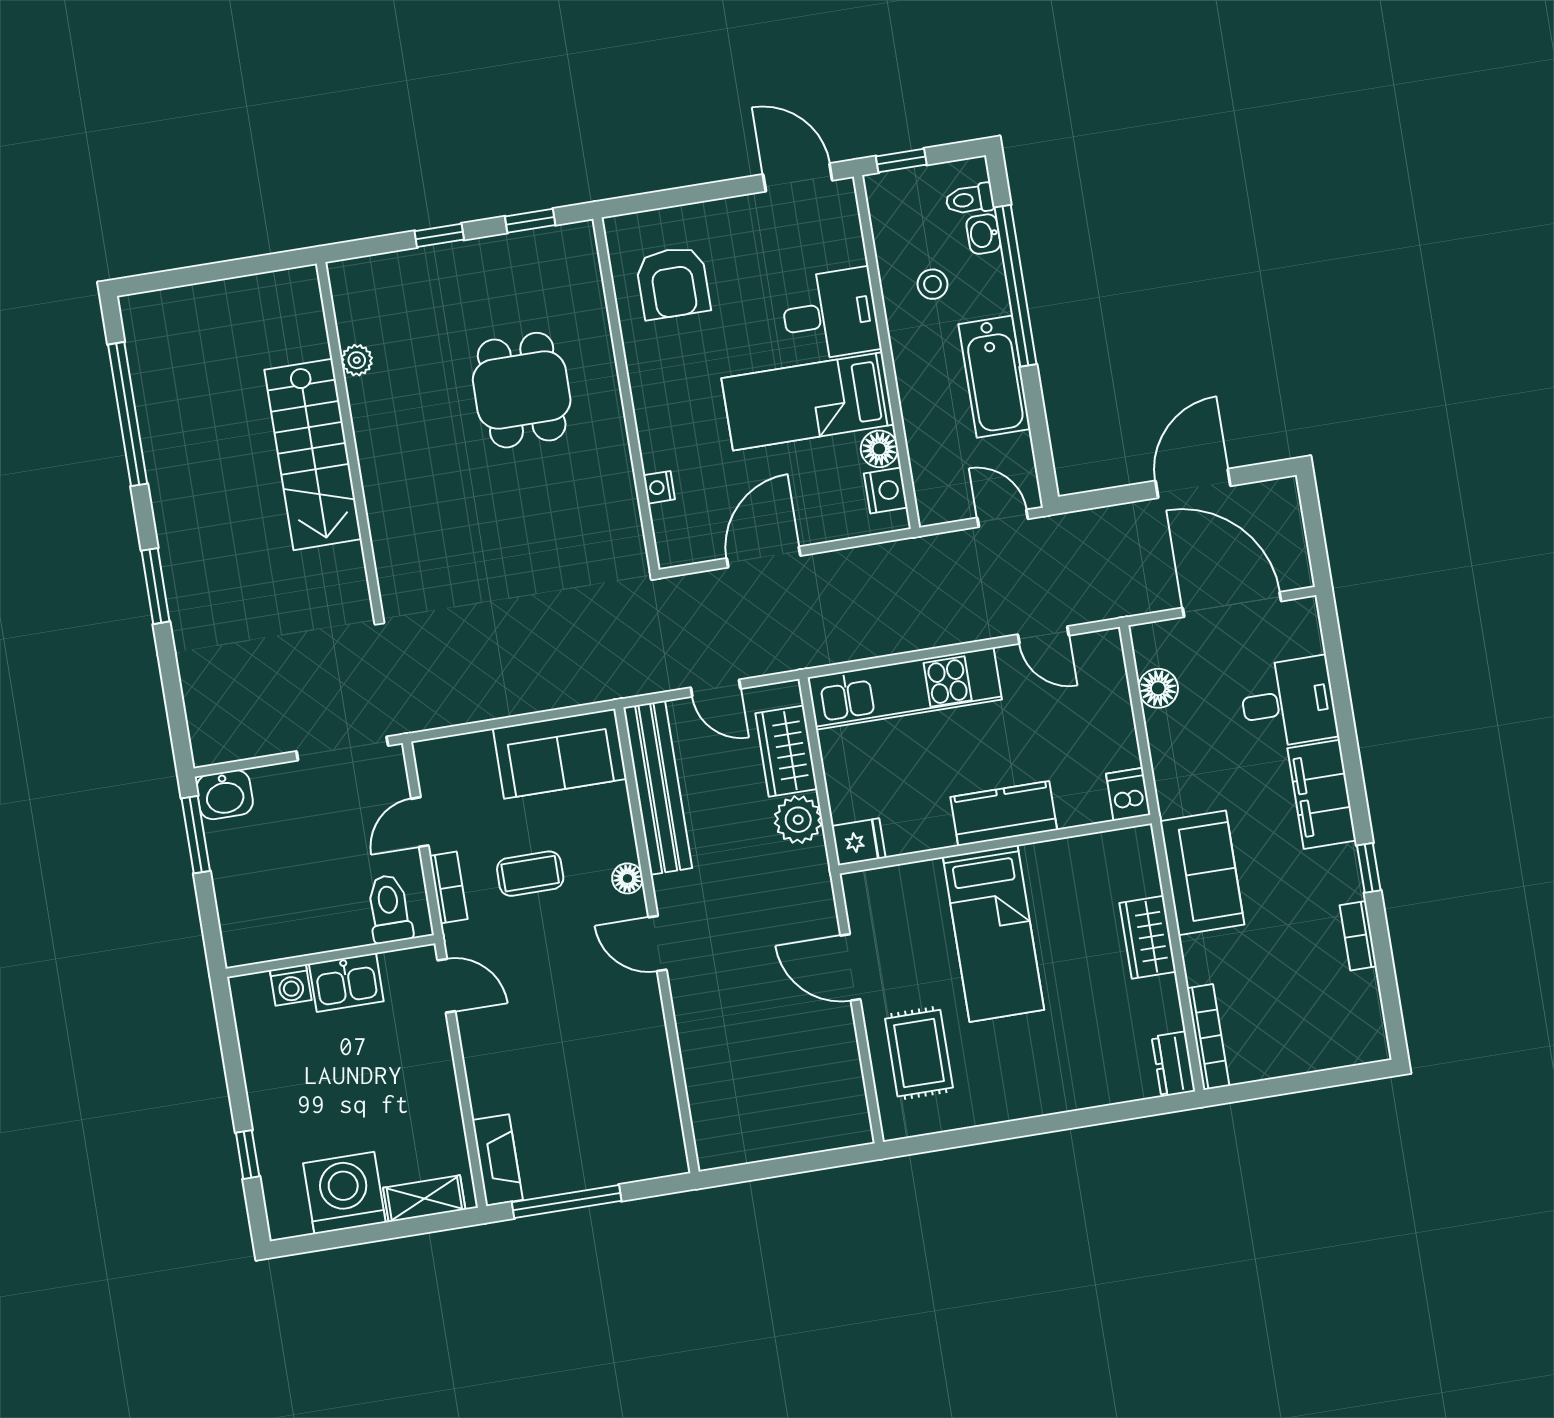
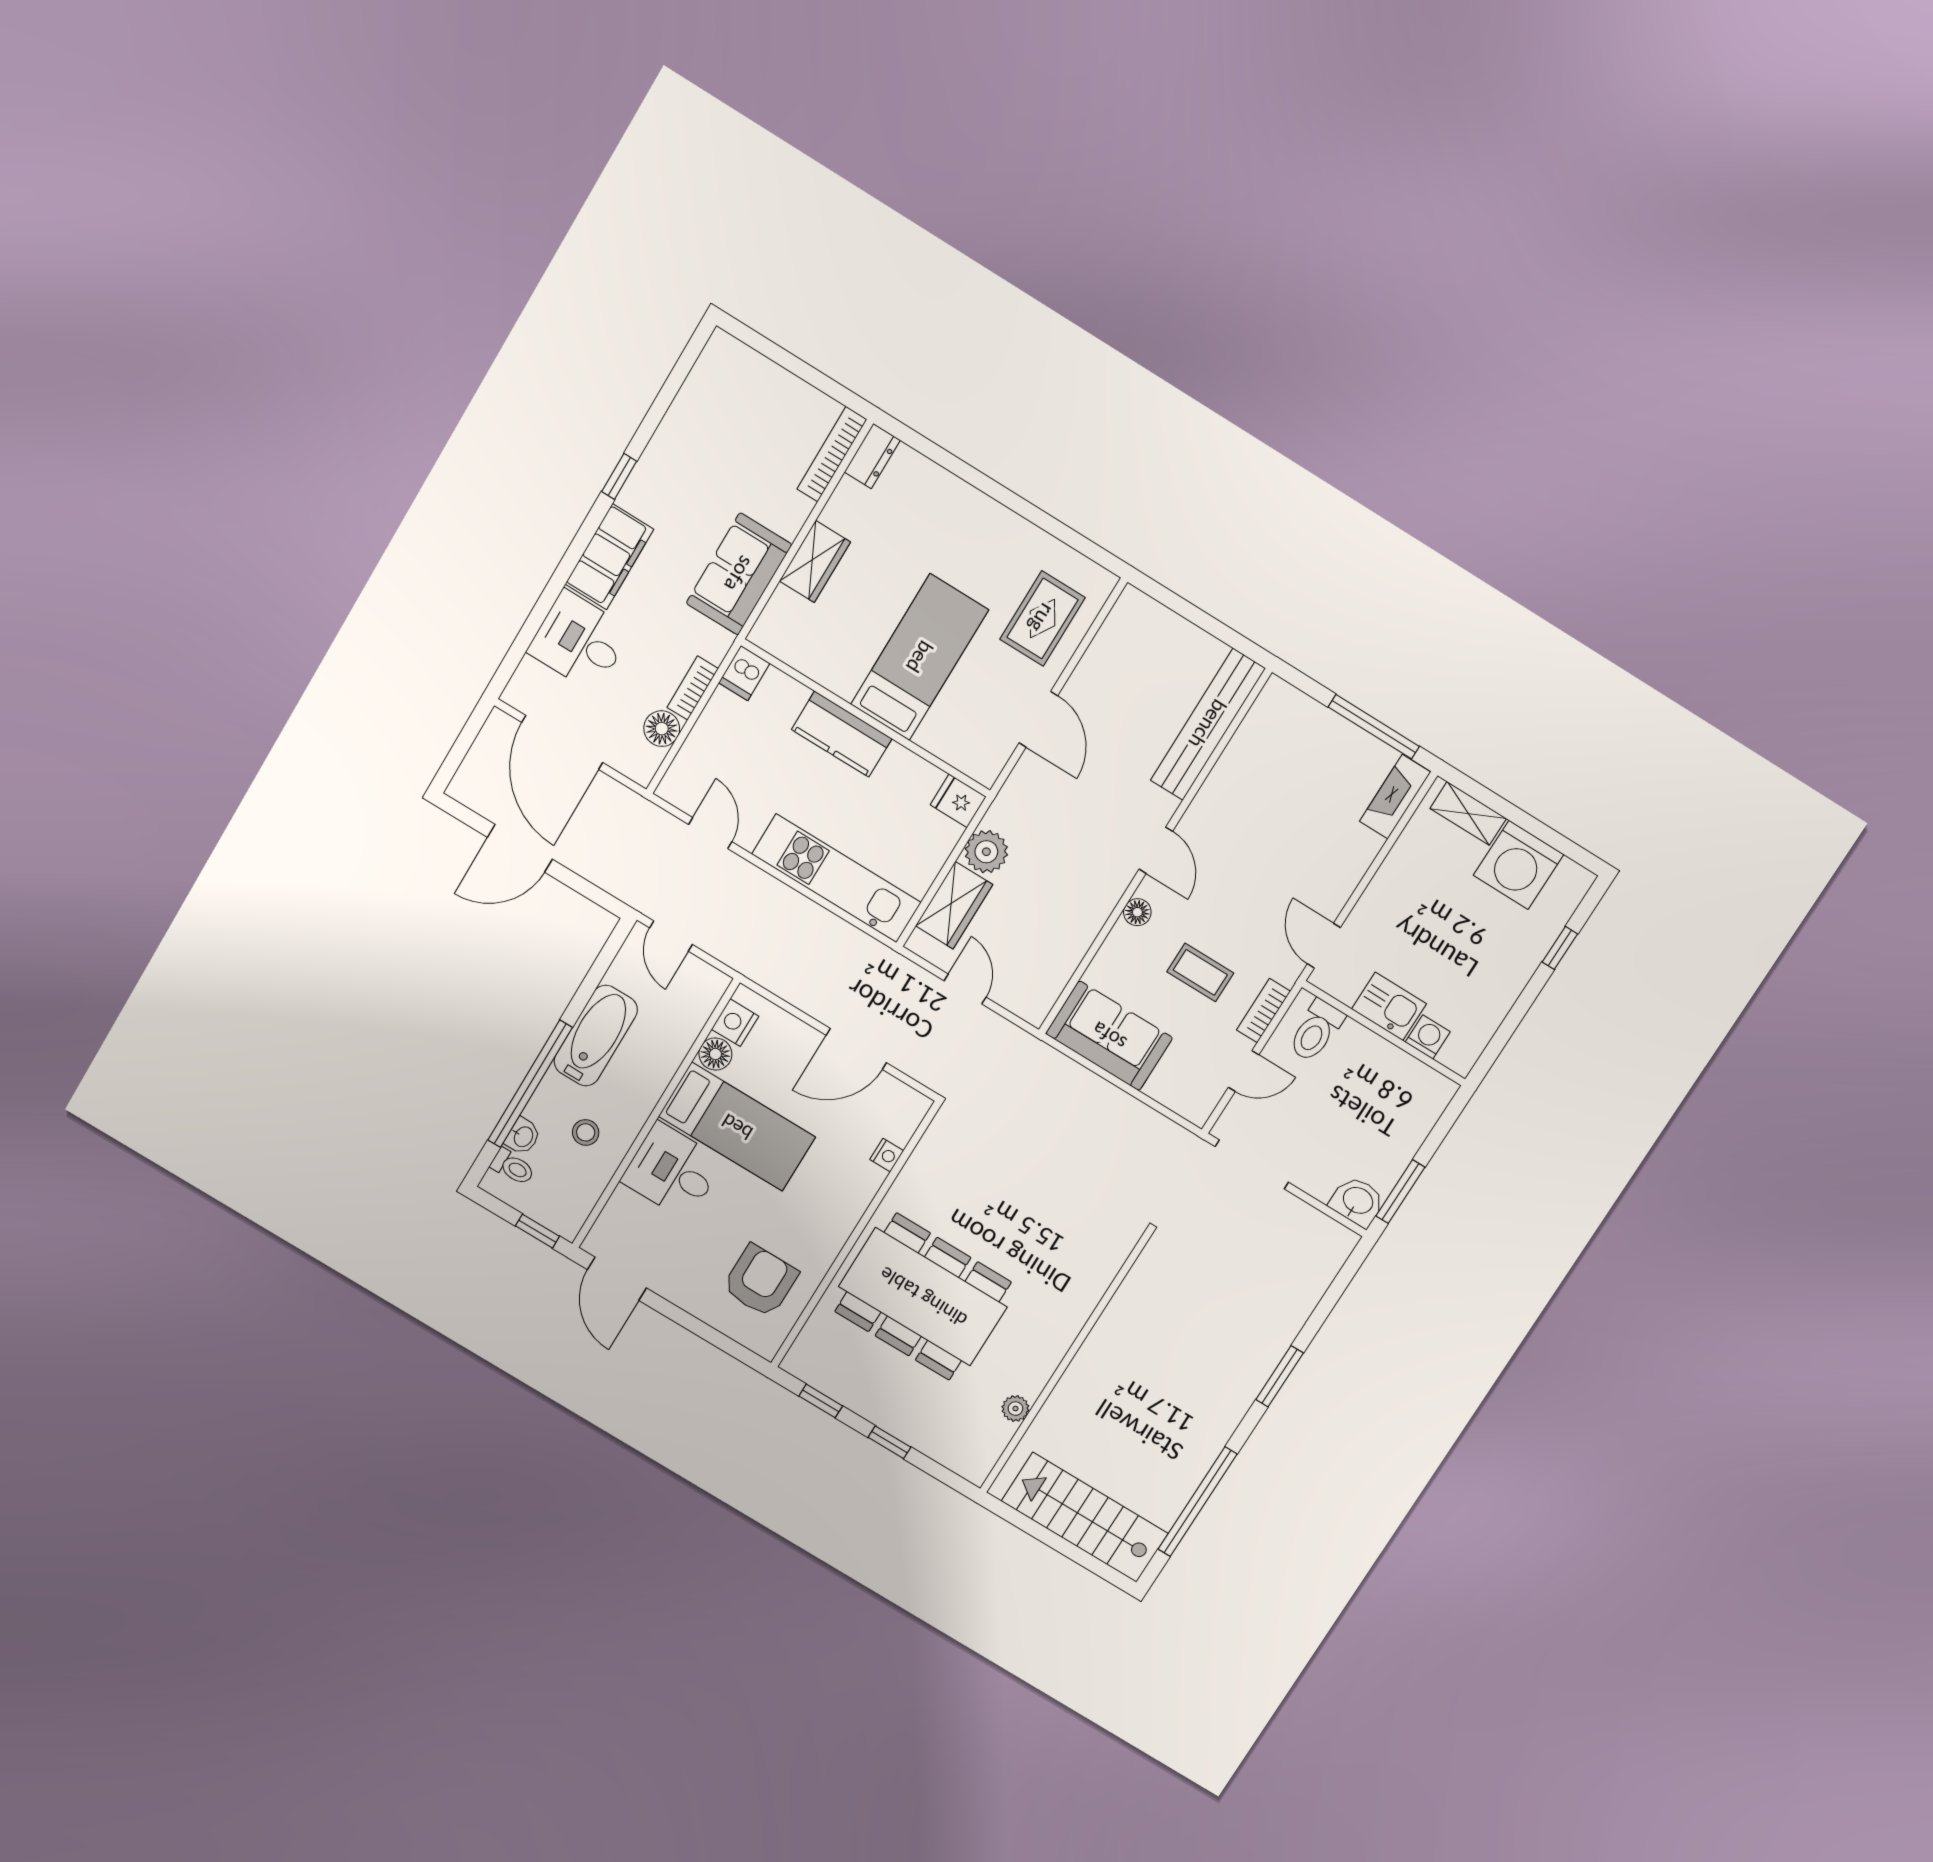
dining table: (522, 390) -> (923, 1297), width x1.88, depth x1.24
stairs: (313, 454) -> (1085, 1517), moved, turned -90
bench: (658, 788) -> (1208, 724), moved
bookcase: (1358, 936) -> (693, 688), moved, turned 180

